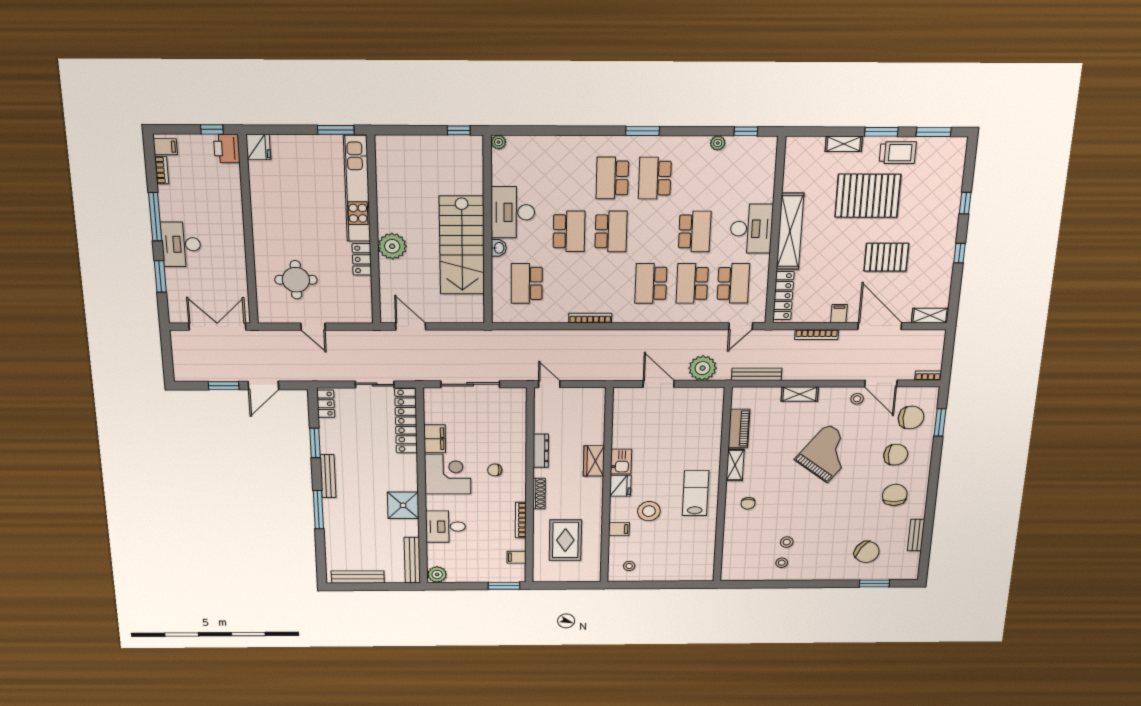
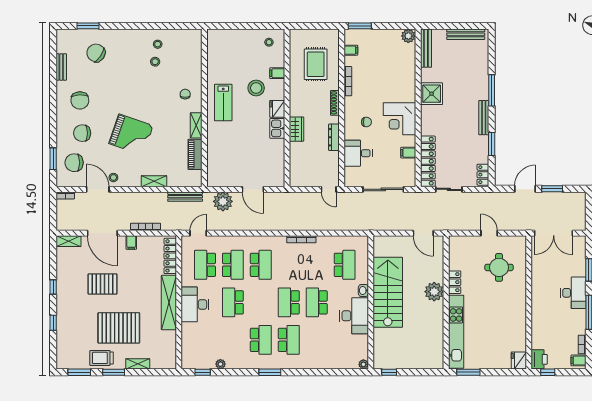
filing cabinet: (435, 439) -> (408, 153), width x0.50
grand piano: (827, 453) -> (131, 135), turned -108
desk: (446, 527) -> (358, 153), moved, turned 180

